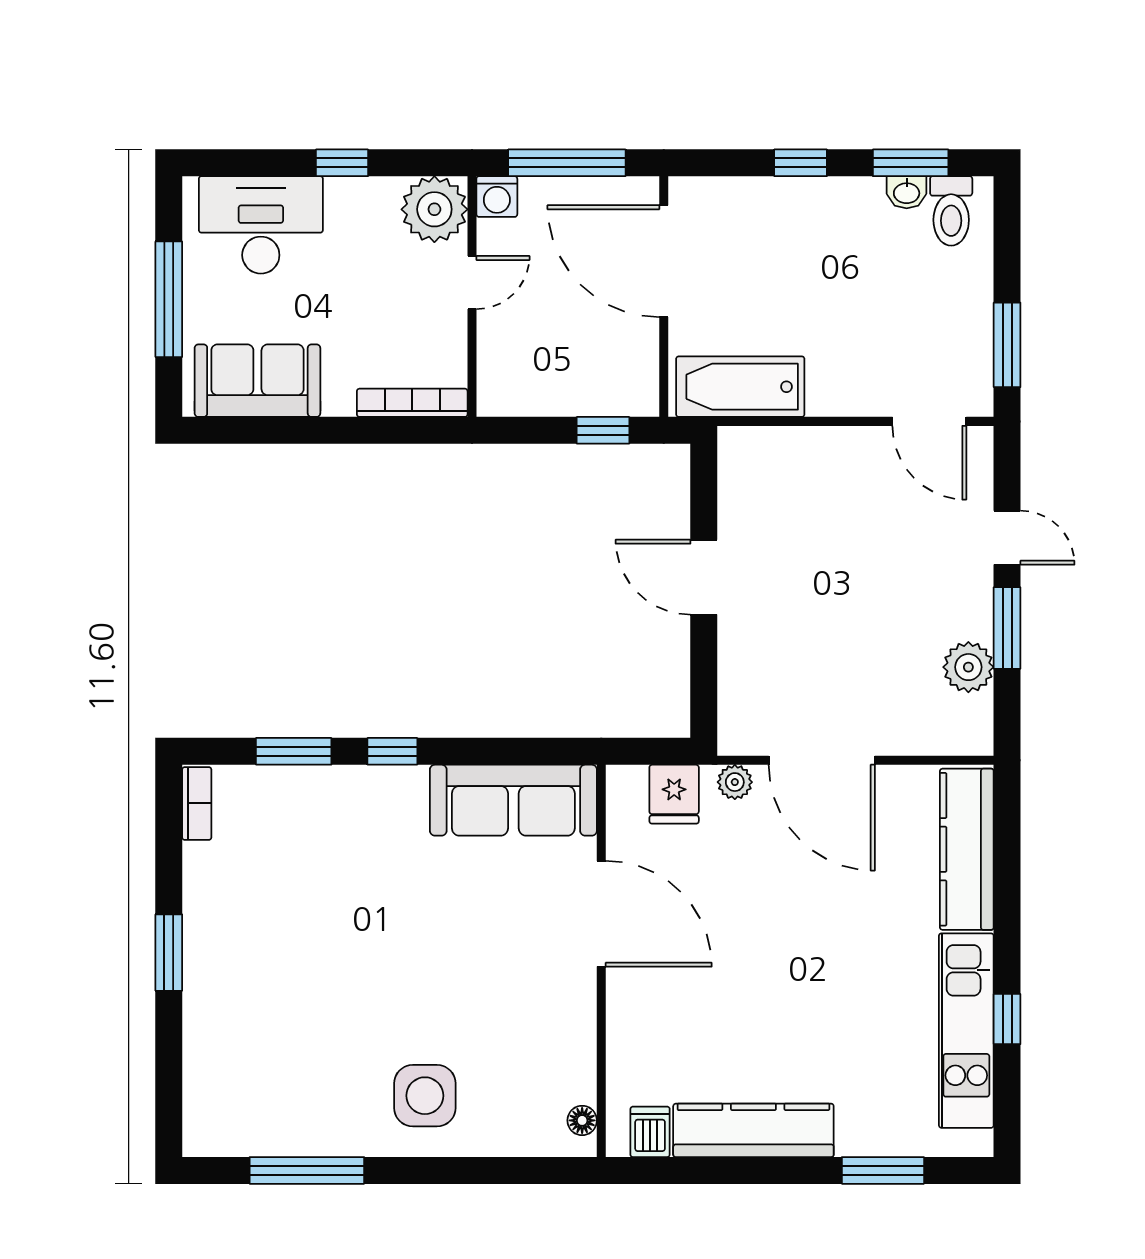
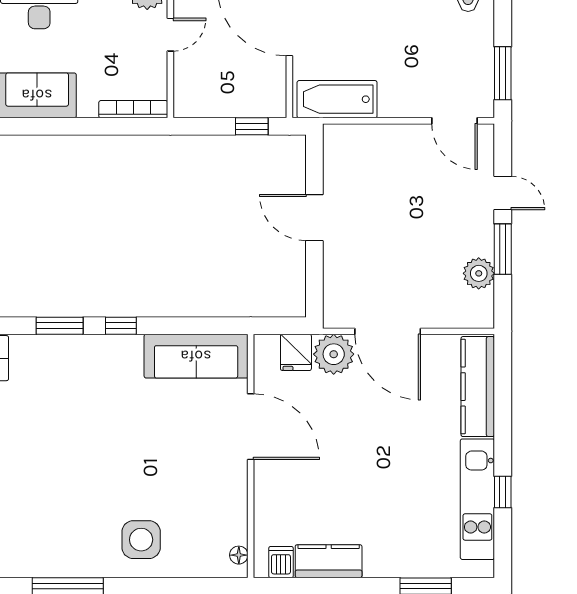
plant: (735, 782) -> (334, 354), width x1.88, depth x1.88
kitchen counter: (753, 1130) -> (329, 561), width x0.67

